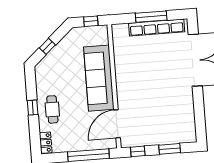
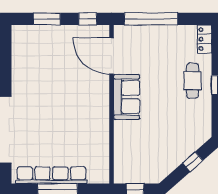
sofa: (99, 78) -> (127, 97), width x0.54, depth x0.79
door: (117, 124) -> (111, 56), swing flipped

